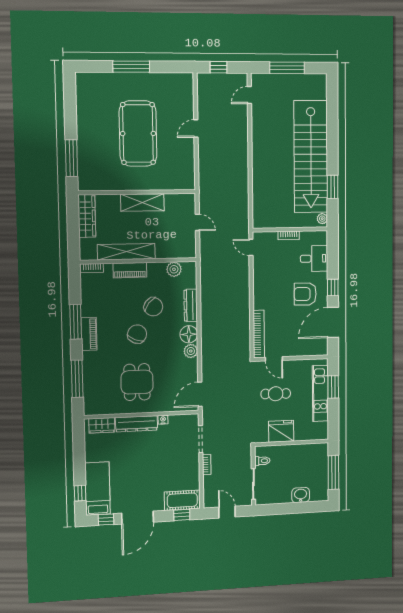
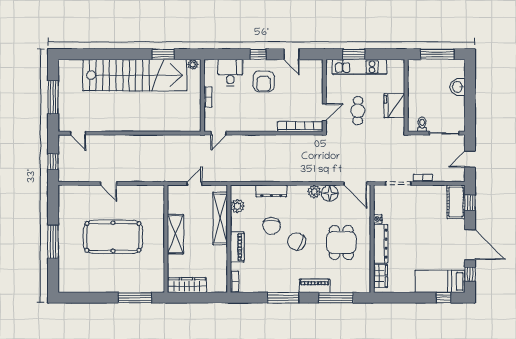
shelving: (126, 252) -> (220, 219), moved
chair: (153, 307) -> (272, 226), turned 141
door: (333, 322) -> (292, 54), width x0.53
piano: (89, 334) -> (315, 286), moved
floor lamp: (189, 334) -> (330, 193), moved
dining table: (137, 382) -> (341, 242), turned 90

